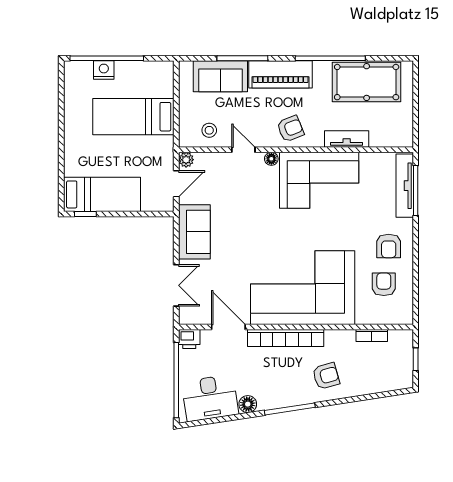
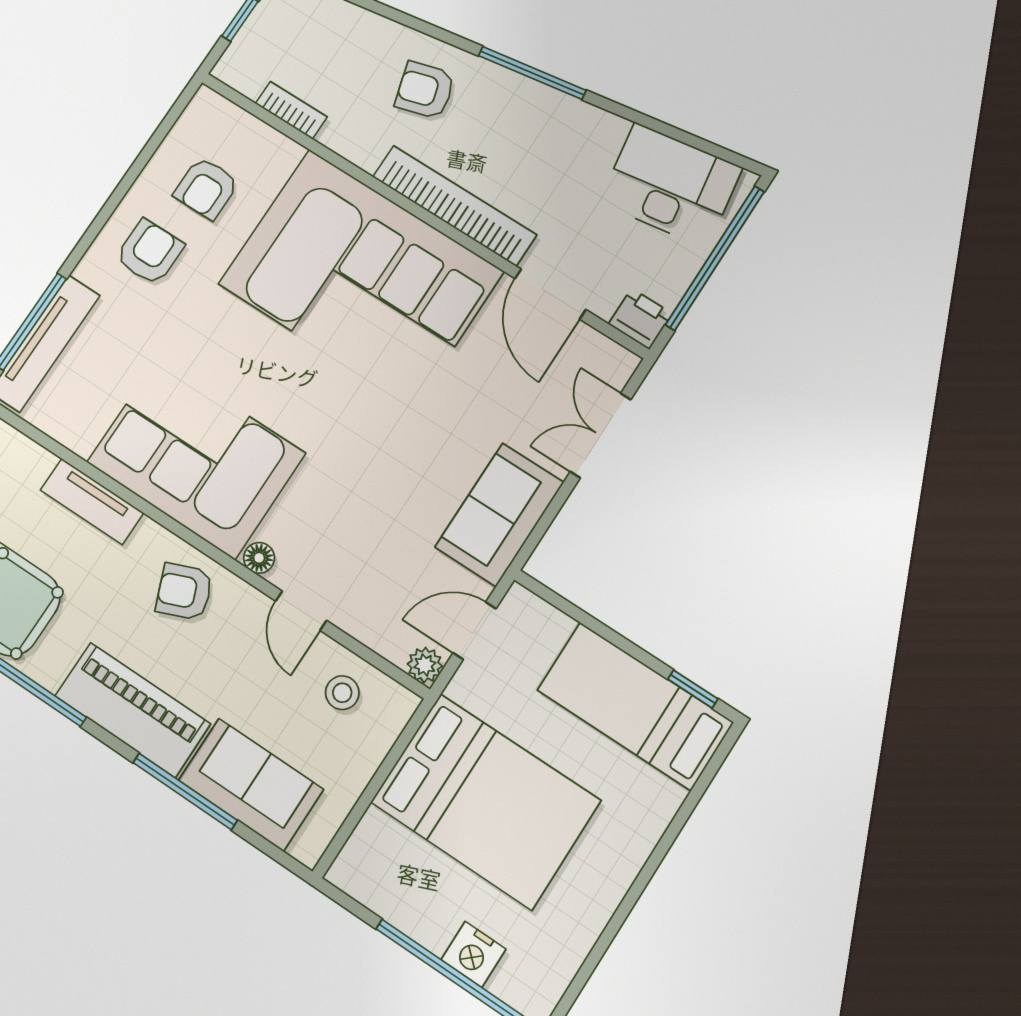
bed: (133, 117) -> (486, 801), width x1.50
floor lamp: (248, 404) -> (606, 130), removed

